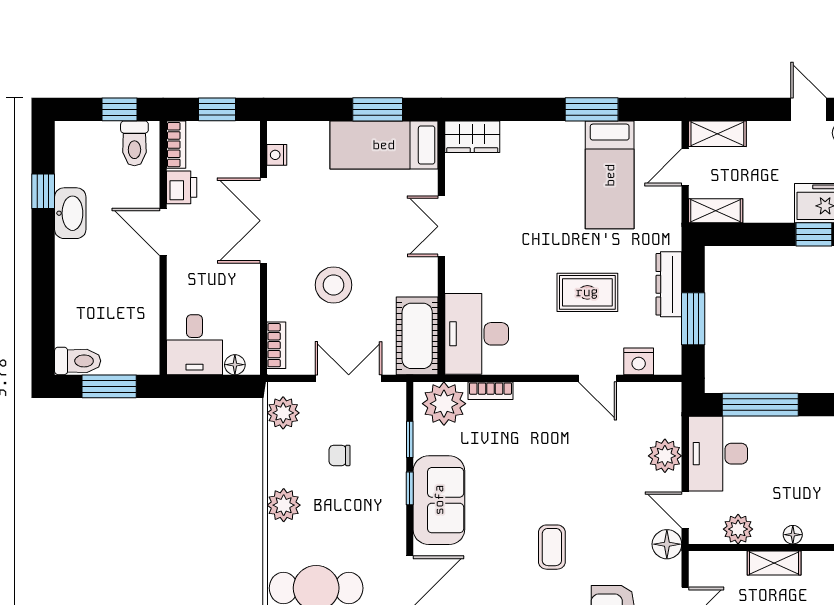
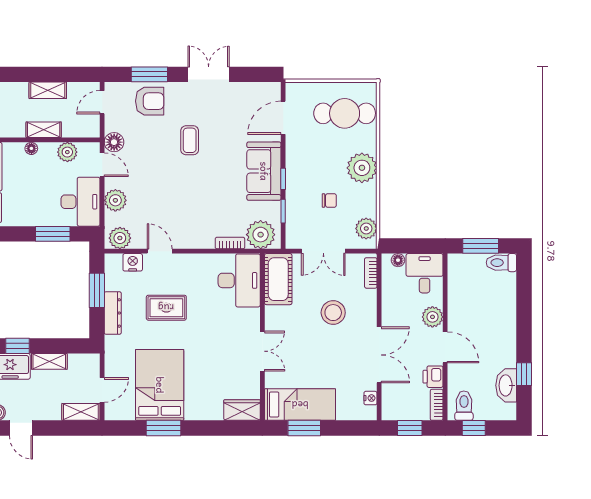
bed: (610, 175) -> (160, 385), width x1.50
shelving: (716, 211) -> (49, 361), moved
washbasin: (70, 213) -> (506, 385), moved
plant: (182, 278) -> (432, 317), added
plant: (658, 398) -> (120, 238), added
window: (760, 405) -> (53, 234), width x0.69
plant: (284, 505) -> (362, 168), width x1.36, depth x1.36

